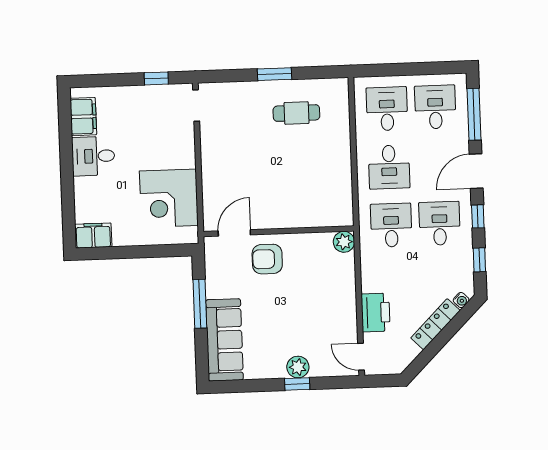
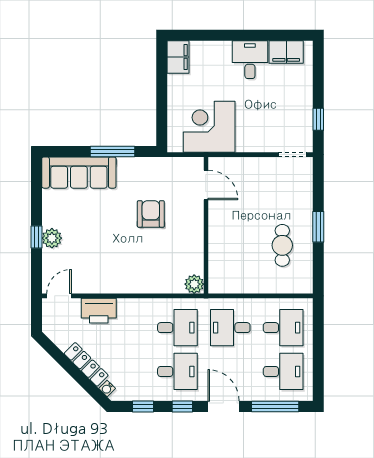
wall: (279, 231) -> (206, 225), moved
door: (234, 233) -> (206, 185), moved
plant: (344, 242) -> (194, 284), moved

